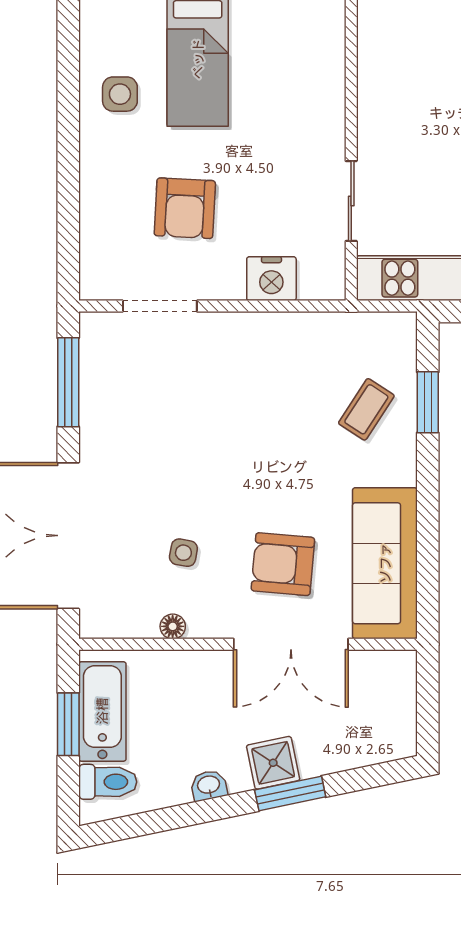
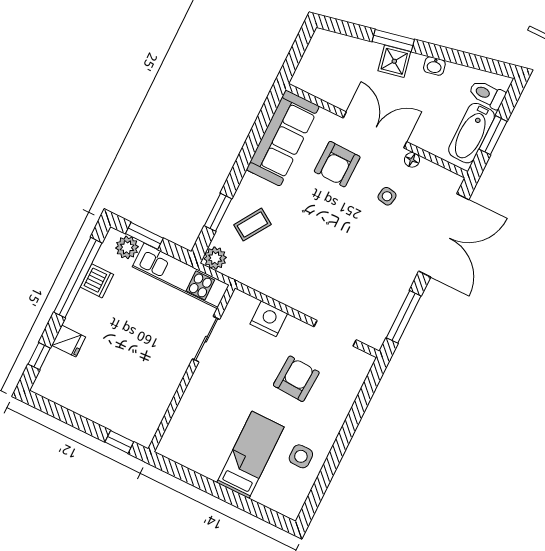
plant: (398, 331) -> (215, 258), added
armchair: (283, 564) -> (337, 164), turned 86
double door: (291, 644) -> (375, 130), moved

